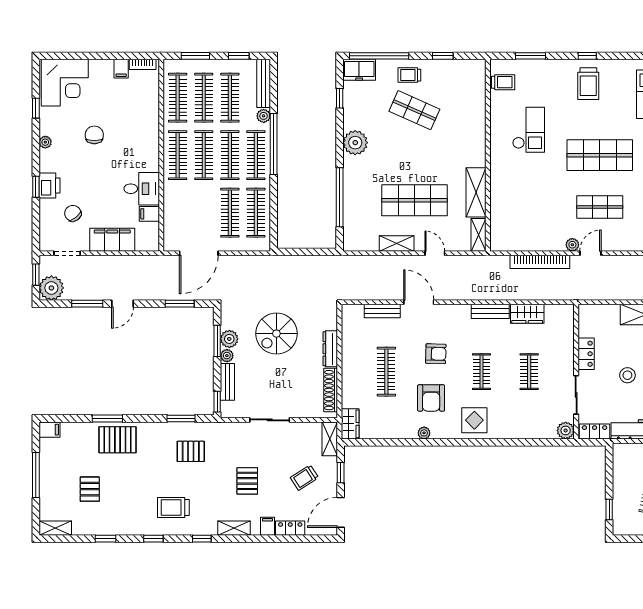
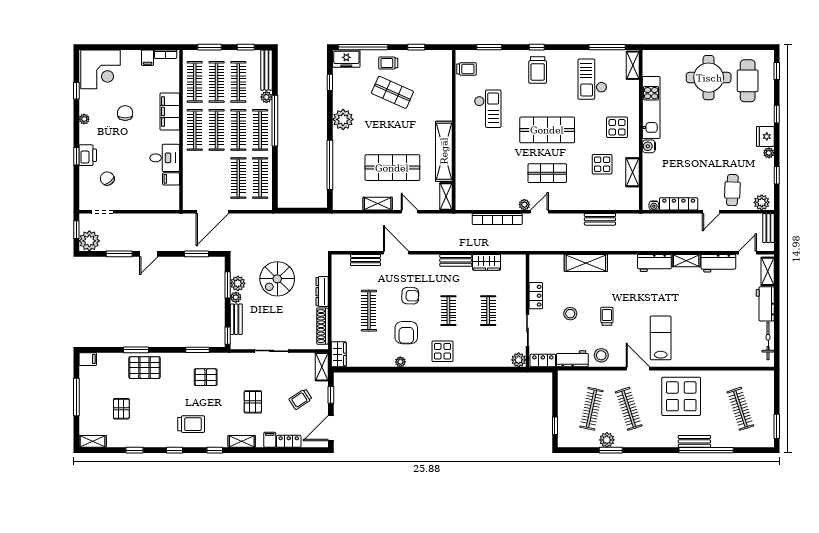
shelving: (476, 192) -> (444, 151), width x1.47
filing cabinet: (112, 240) -> (170, 112), moved, turned -90
trolley: (173, 508) -> (191, 424), turned 180

